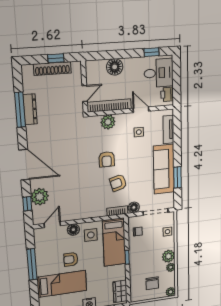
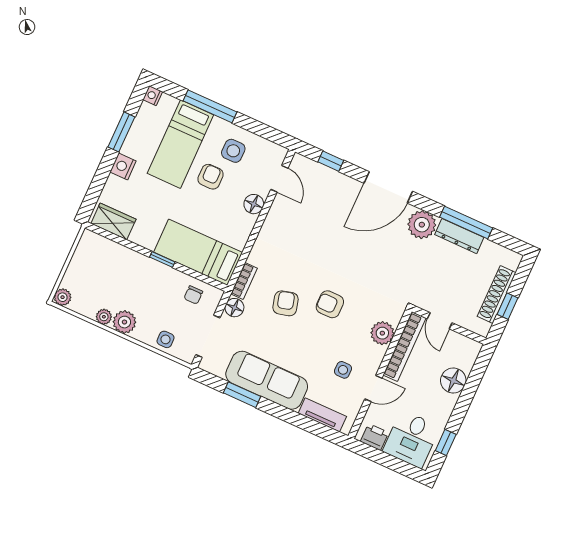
plant: (40, 197) -> (422, 225), moved
side table: (91, 235) -> (233, 151), moved
window: (32, 264) -> (210, 106), moved
chair: (152, 283) -> (95, 276), removed

